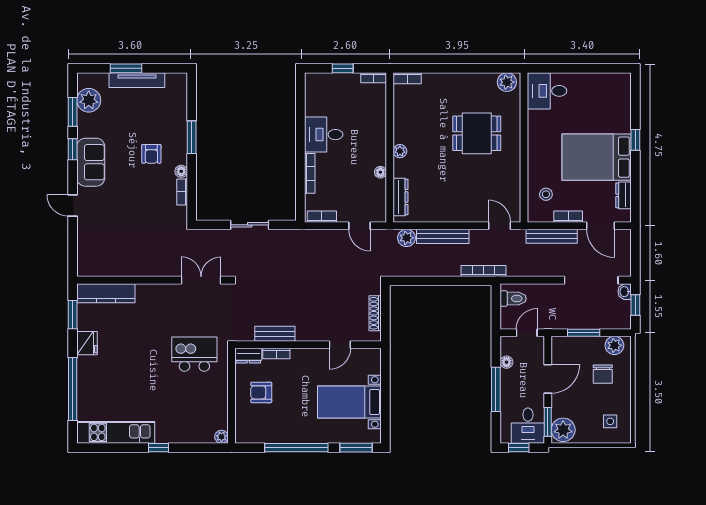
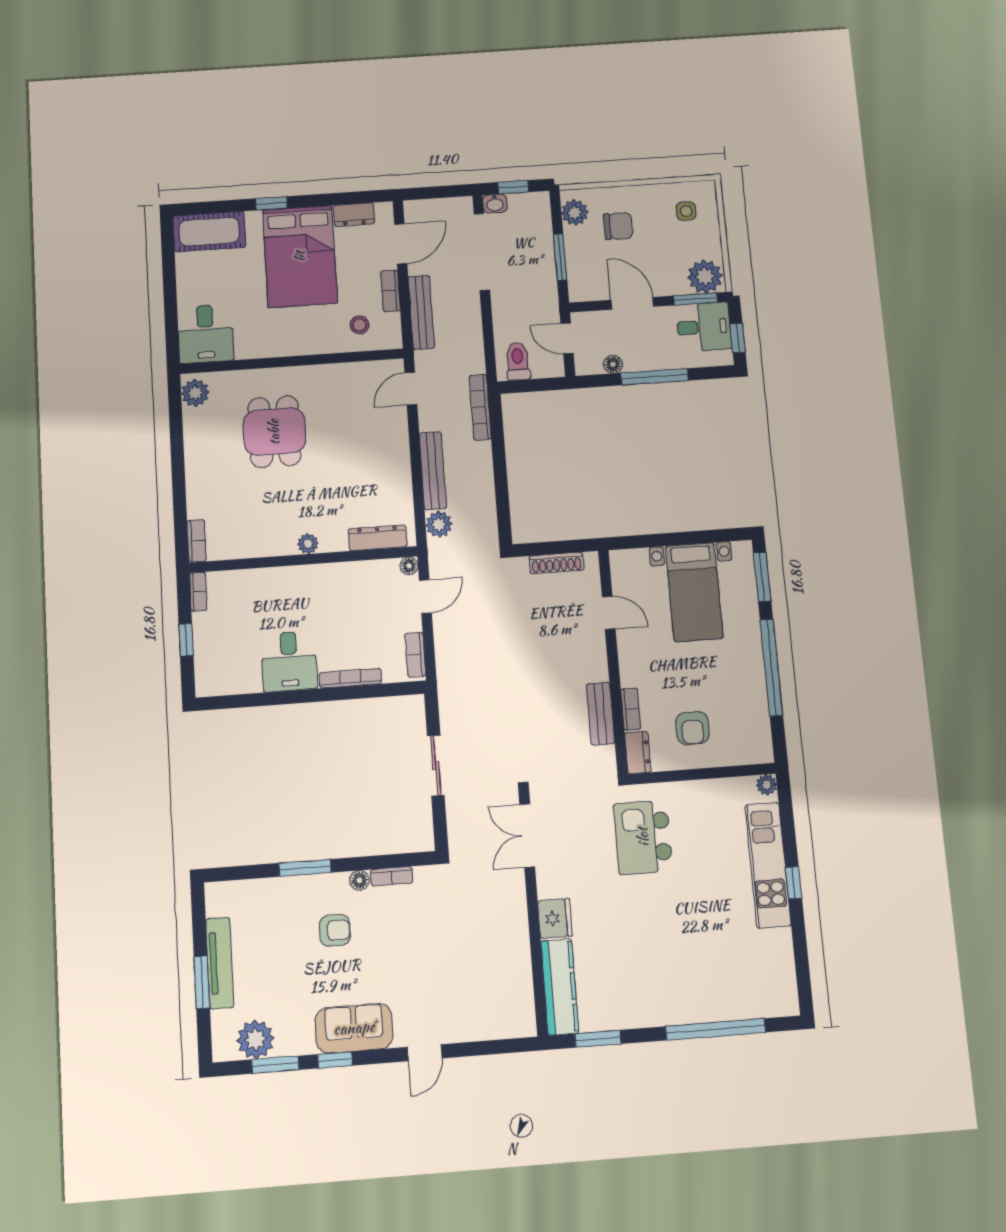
cot: (618, 97) -> (209, 232), added
floor lamp: (380, 172) -> (409, 566), moved
fridge: (87, 343) -> (555, 919), moved, turned 90
kitchen unit: (116, 432) -> (768, 865), moved

